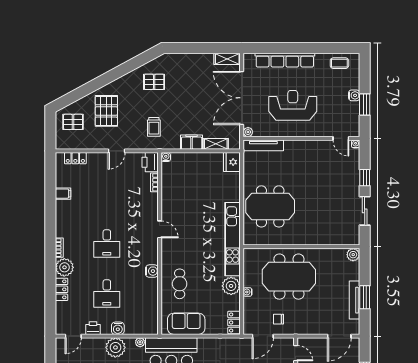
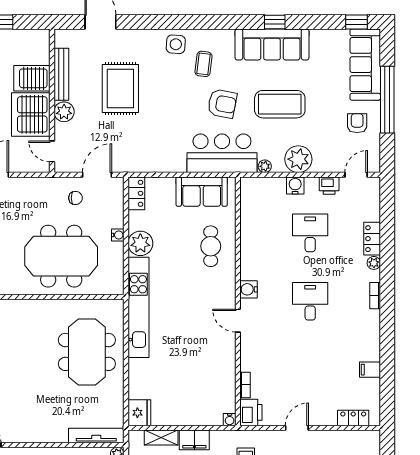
meeting table: (270, 206) -> (87, 352), turned 90
plant: (64, 267) -> (374, 263), width x0.53, depth x0.53
water cooler: (152, 271) -> (249, 289), moved

